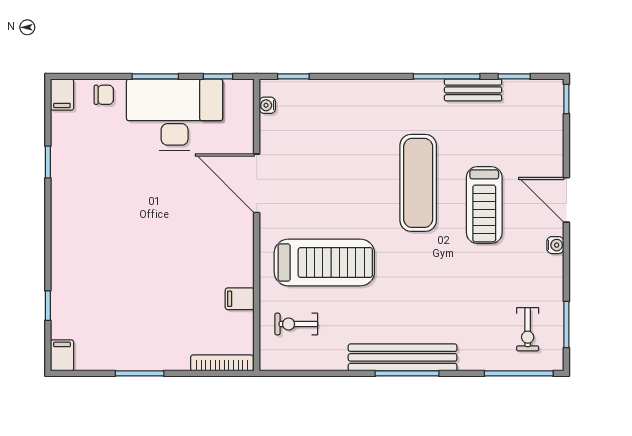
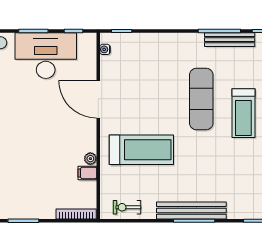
bench: (473, 90) -> (230, 40), width x1.36
plant: (245, 276) -> (90, 159), added
exercise bike: (296, 324) -> (127, 207), moved

